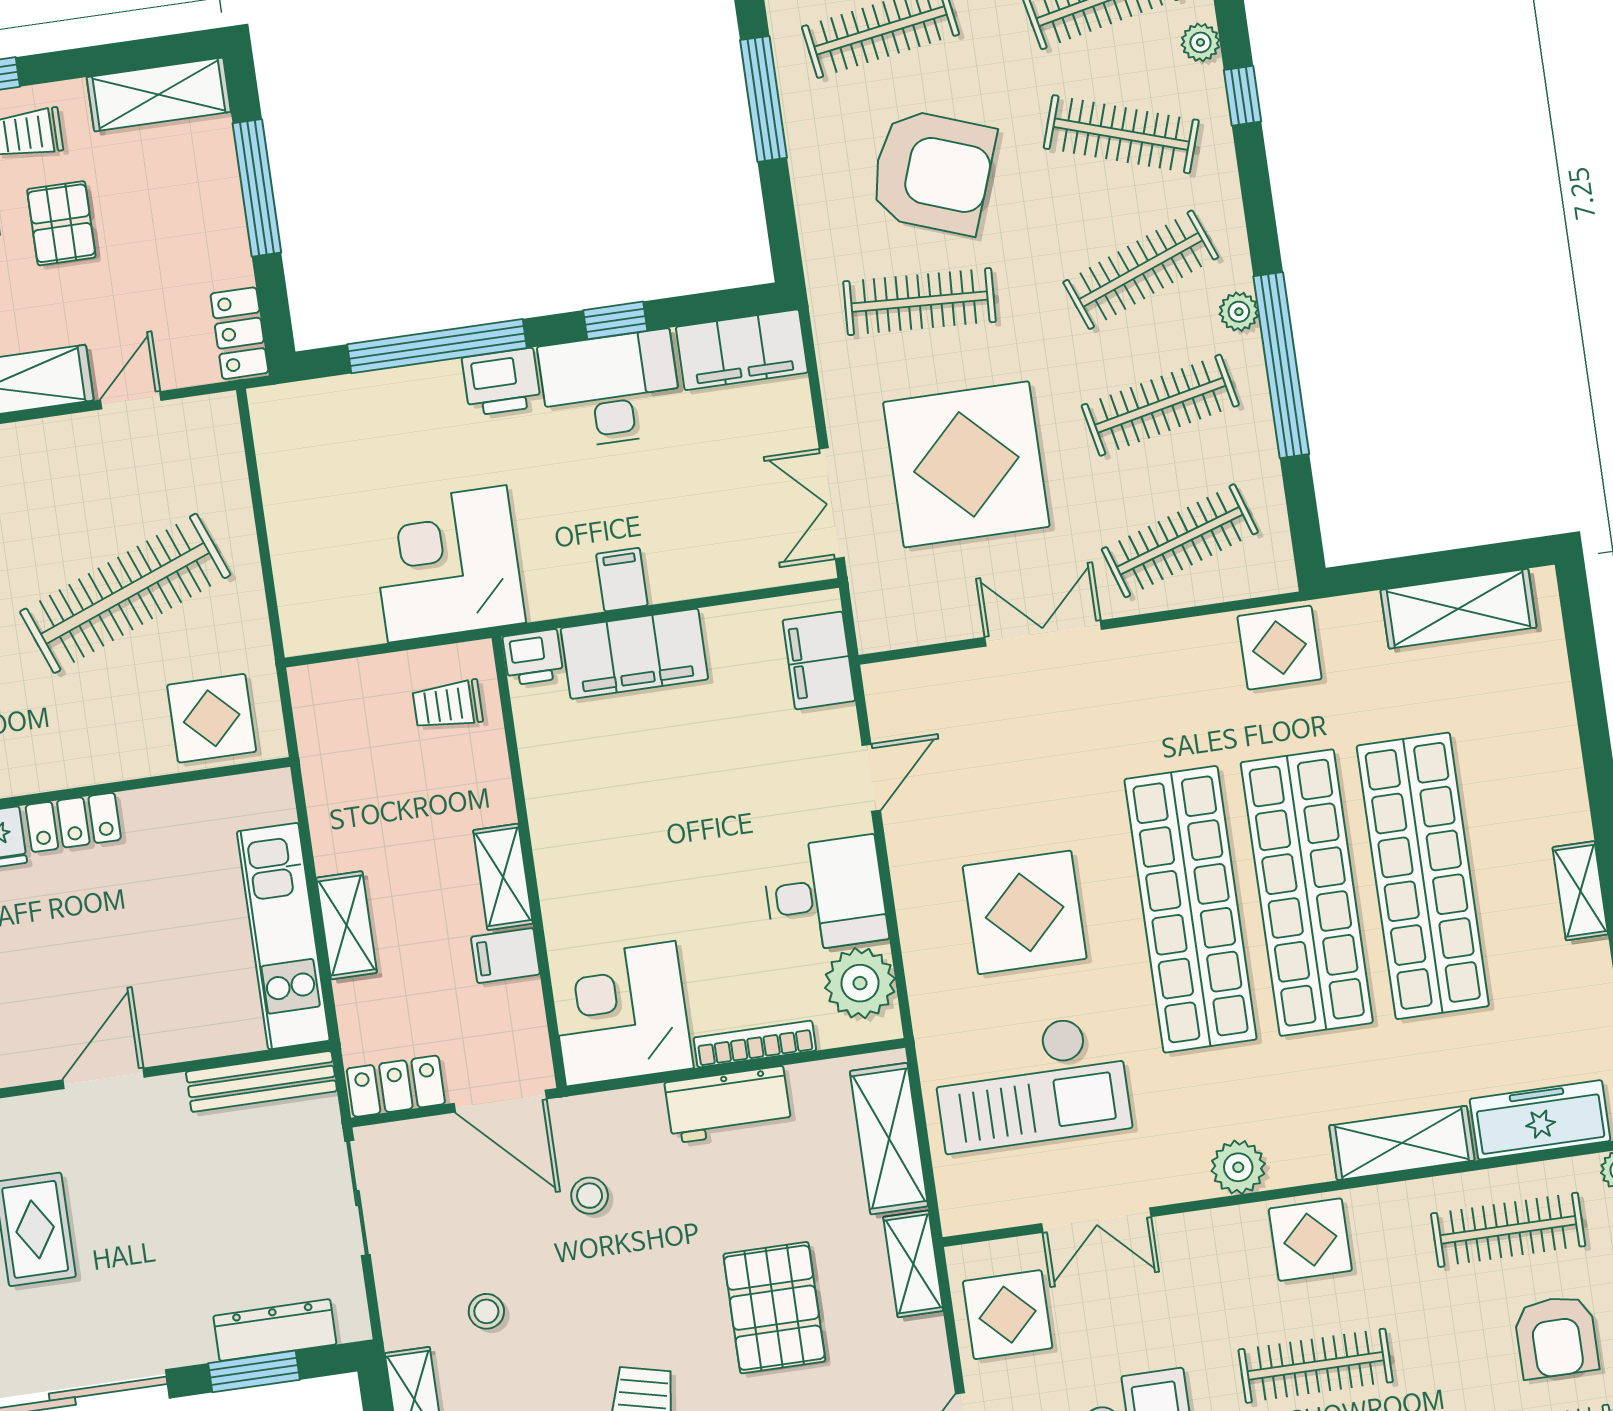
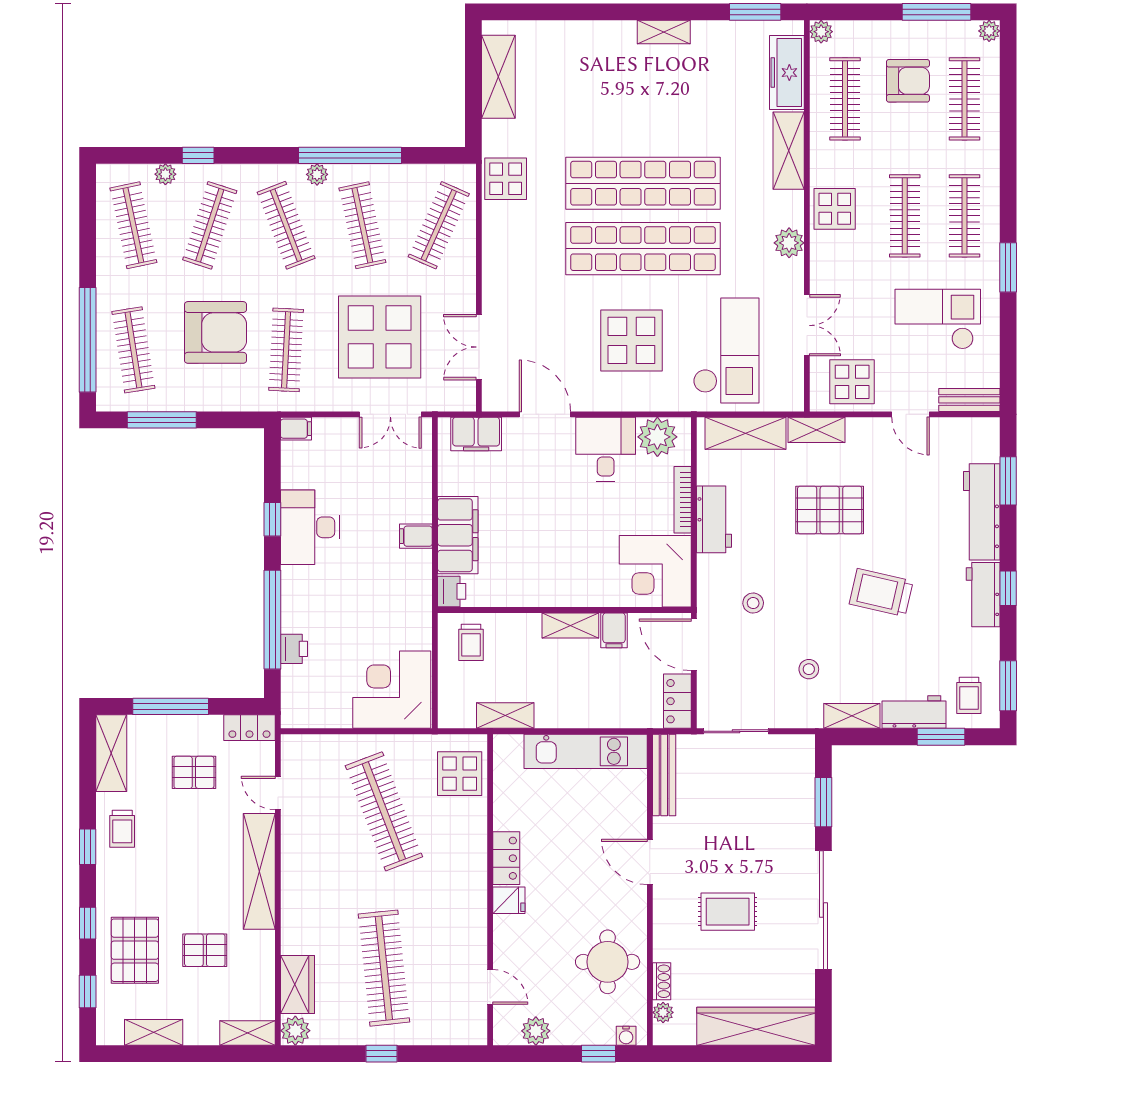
armchair: (932, 172) -> (215, 332), turned 70
pallet: (61, 223) -> (194, 772), moved
filing cabinet: (742, 350) -> (296, 429), width x0.33, depth x0.86
printer: (501, 382) -> (294, 649), moved, width x0.73, depth x0.81
clothes rail: (1180, 541) -> (439, 225), turned 42
corner desk: (447, 564) -> (392, 690), moved, turned 90
double door: (1043, 633) -> (479, 347), moved
door: (871, 778) -> (545, 414), width x1.38
shop shelf: (1423, 876) -> (643, 118), removed
shelving: (347, 925) -> (505, 716), moved
door: (500, 1101) -> (694, 645), swing flipped
dresser: (275, 1330) -> (802, 787), removed

